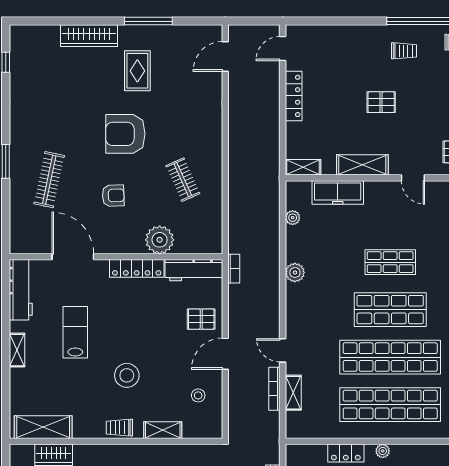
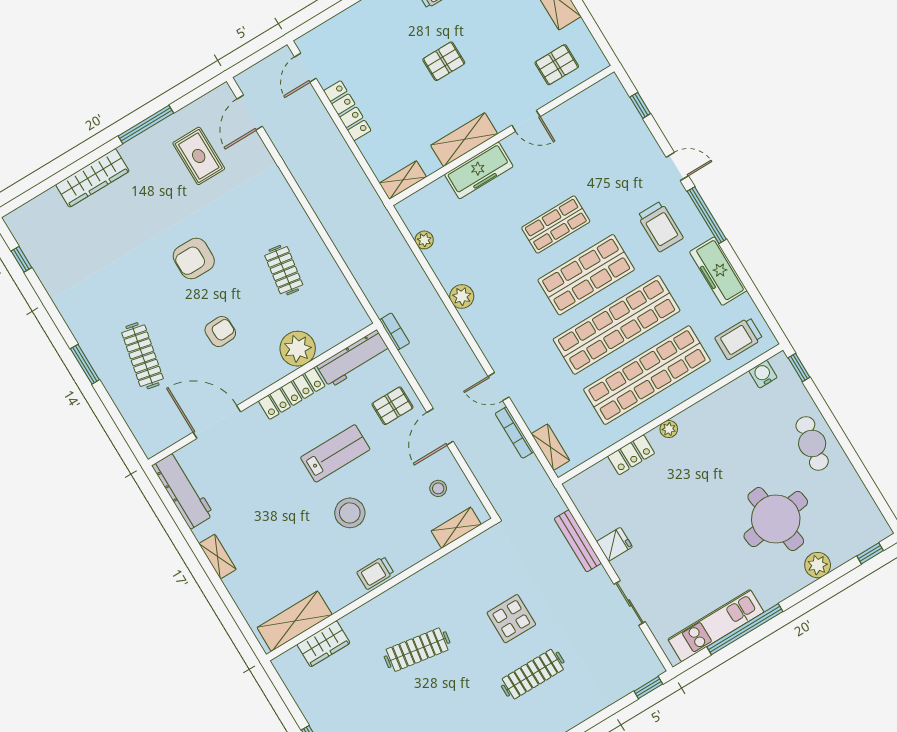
rug: (137, 71) -> (199, 156), moved
armchair: (125, 134) -> (194, 258), width x0.73, depth x0.73
clothes rail: (183, 180) -> (284, 270), turned 33
freezer: (338, 192) -> (479, 170), moved
lab bench: (75, 332) -> (335, 453), moved, turned 90
shelving: (293, 393) -> (550, 447), moved
shelving: (163, 430) -> (456, 528), moved

